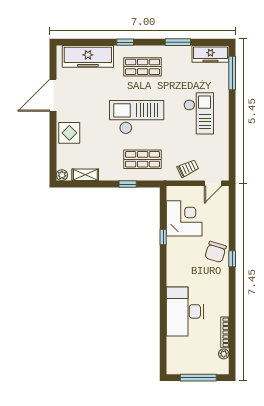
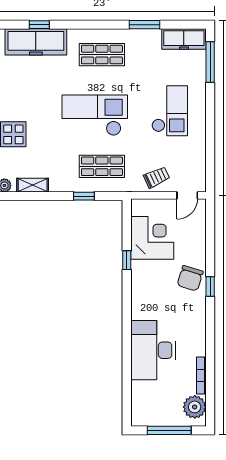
window: (125, 42) -> (39, 25), moved
plant: (224, 354) -> (195, 407), width x1.87, depth x1.87

